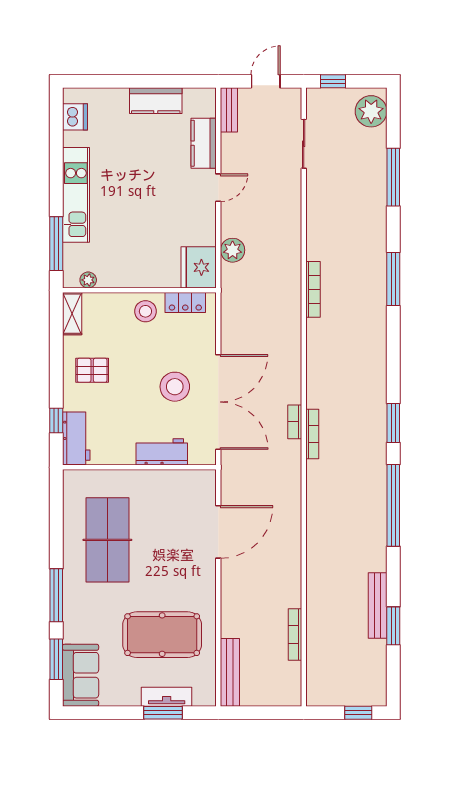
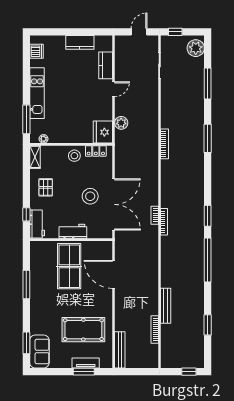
bench: (229, 110) -> (119, 47), removed
pallet: (92, 370) -> (46, 187), turned 90
workbench: (162, 452) -> (73, 231), moved
door: (218, 532) -> (114, 274), swing flipped
table tennis table: (107, 540) -> (69, 266), moved
window: (56, 595) -> (26, 284), moved
bench: (378, 605) -> (166, 306), moved

